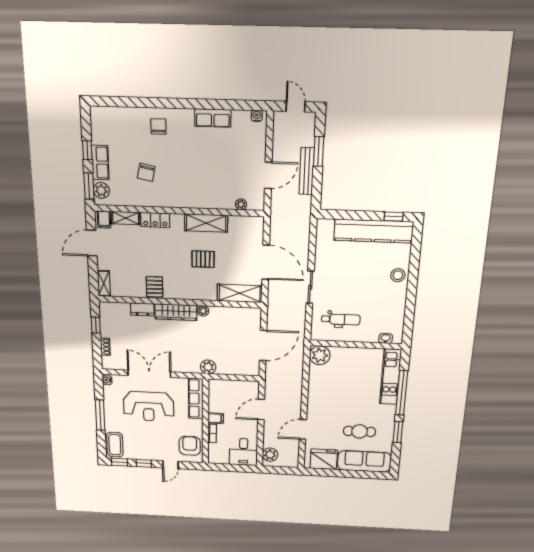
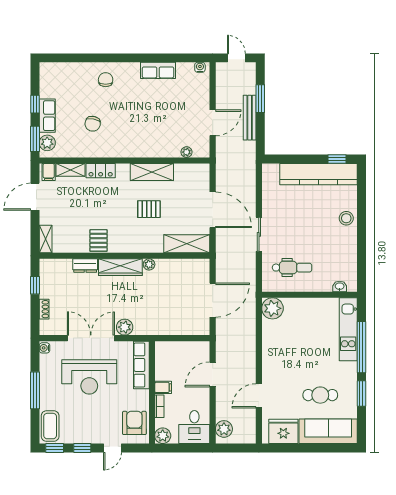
plant: (208, 367) -> (125, 327), moved
plant: (215, 457) -> (163, 436), added

